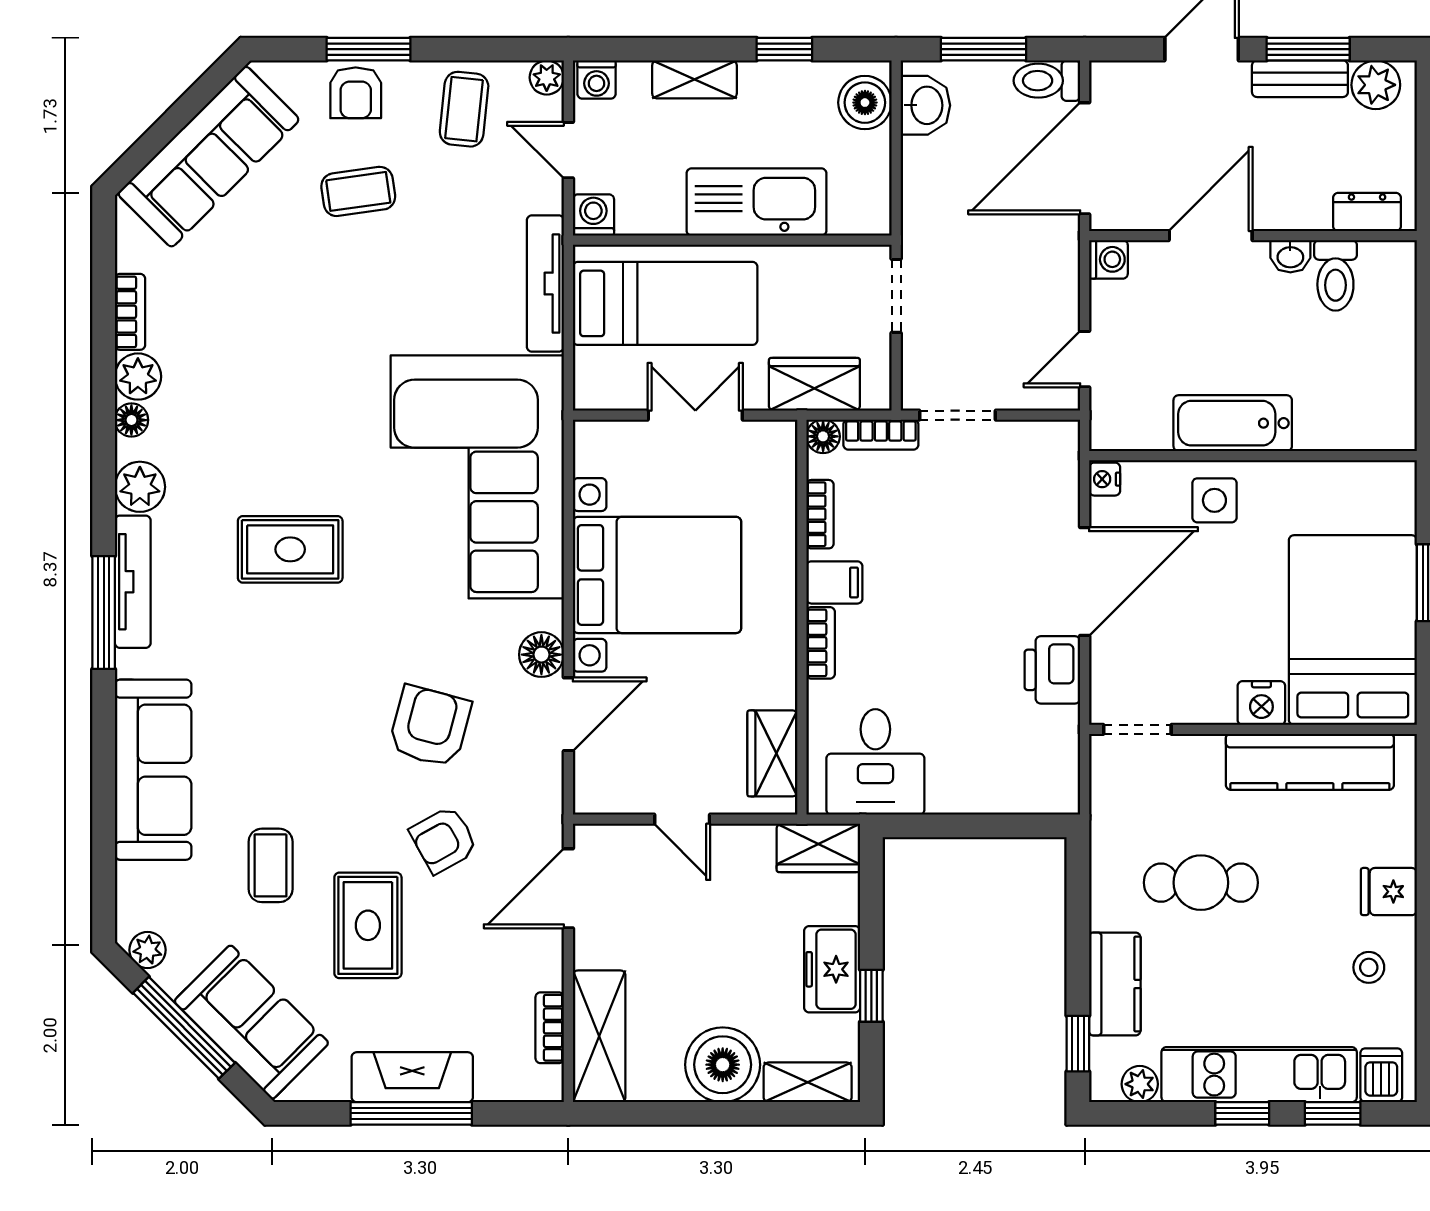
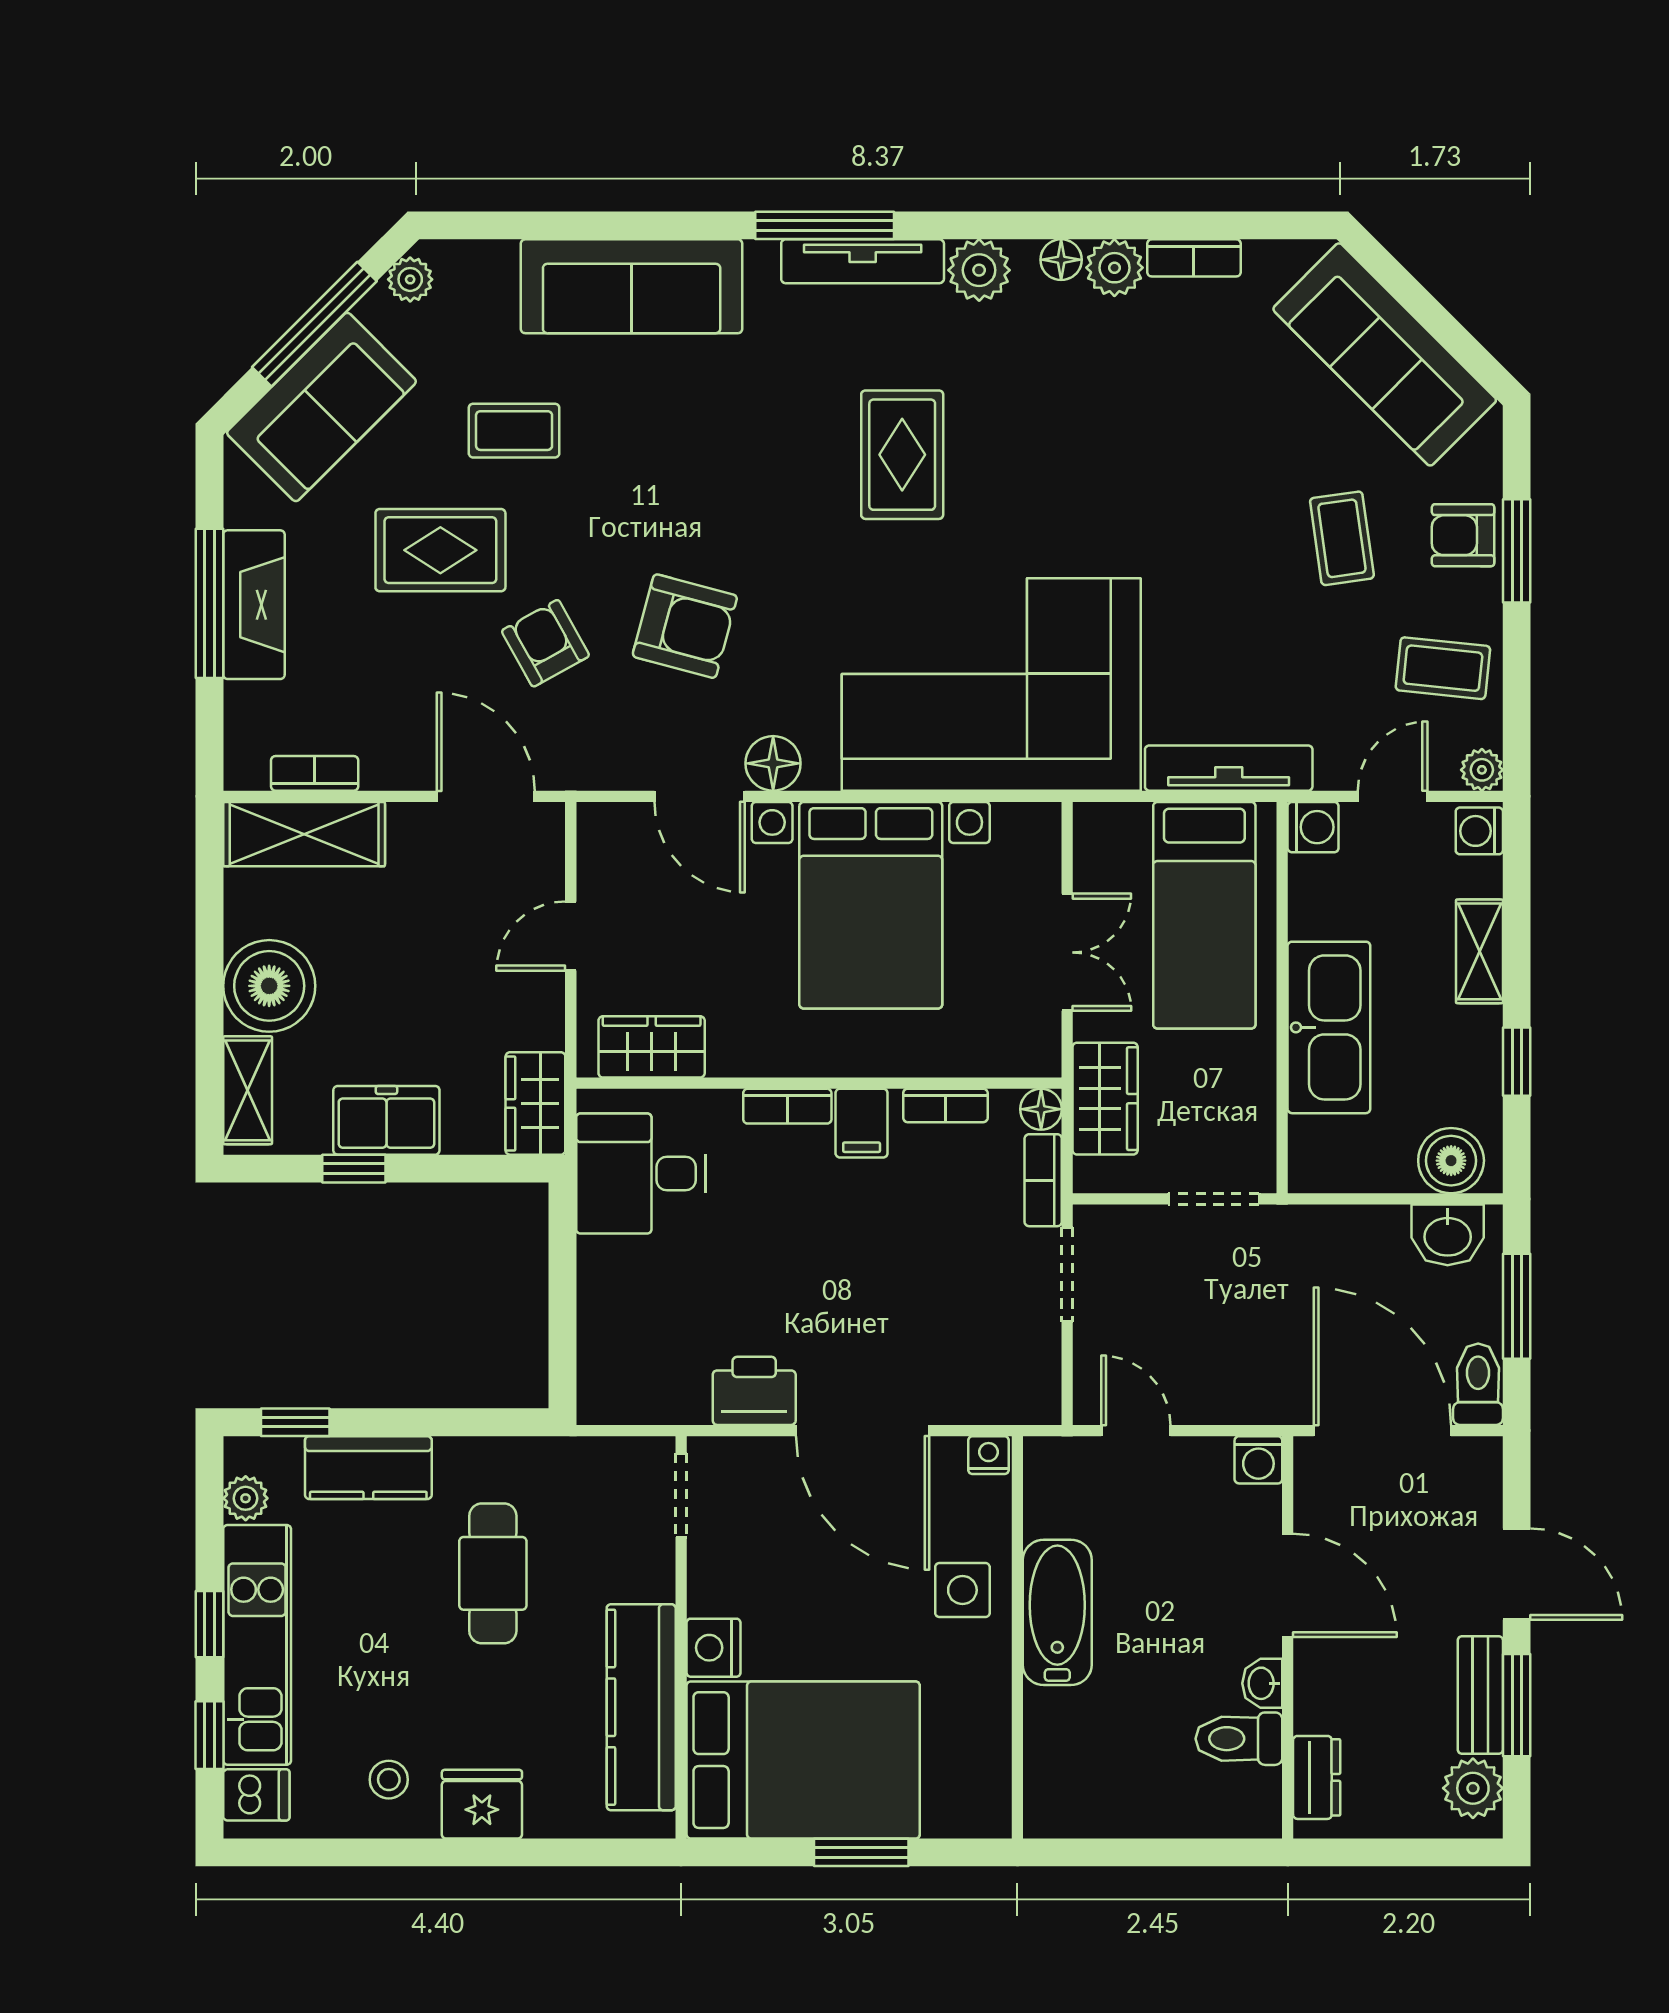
fridge: (1389, 892) -> (482, 1804), width x1.38

